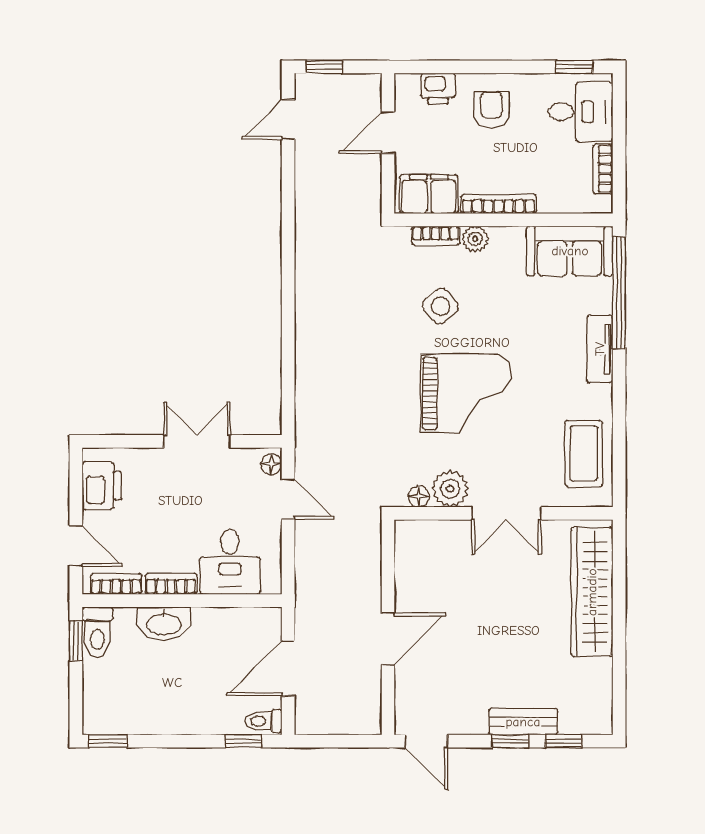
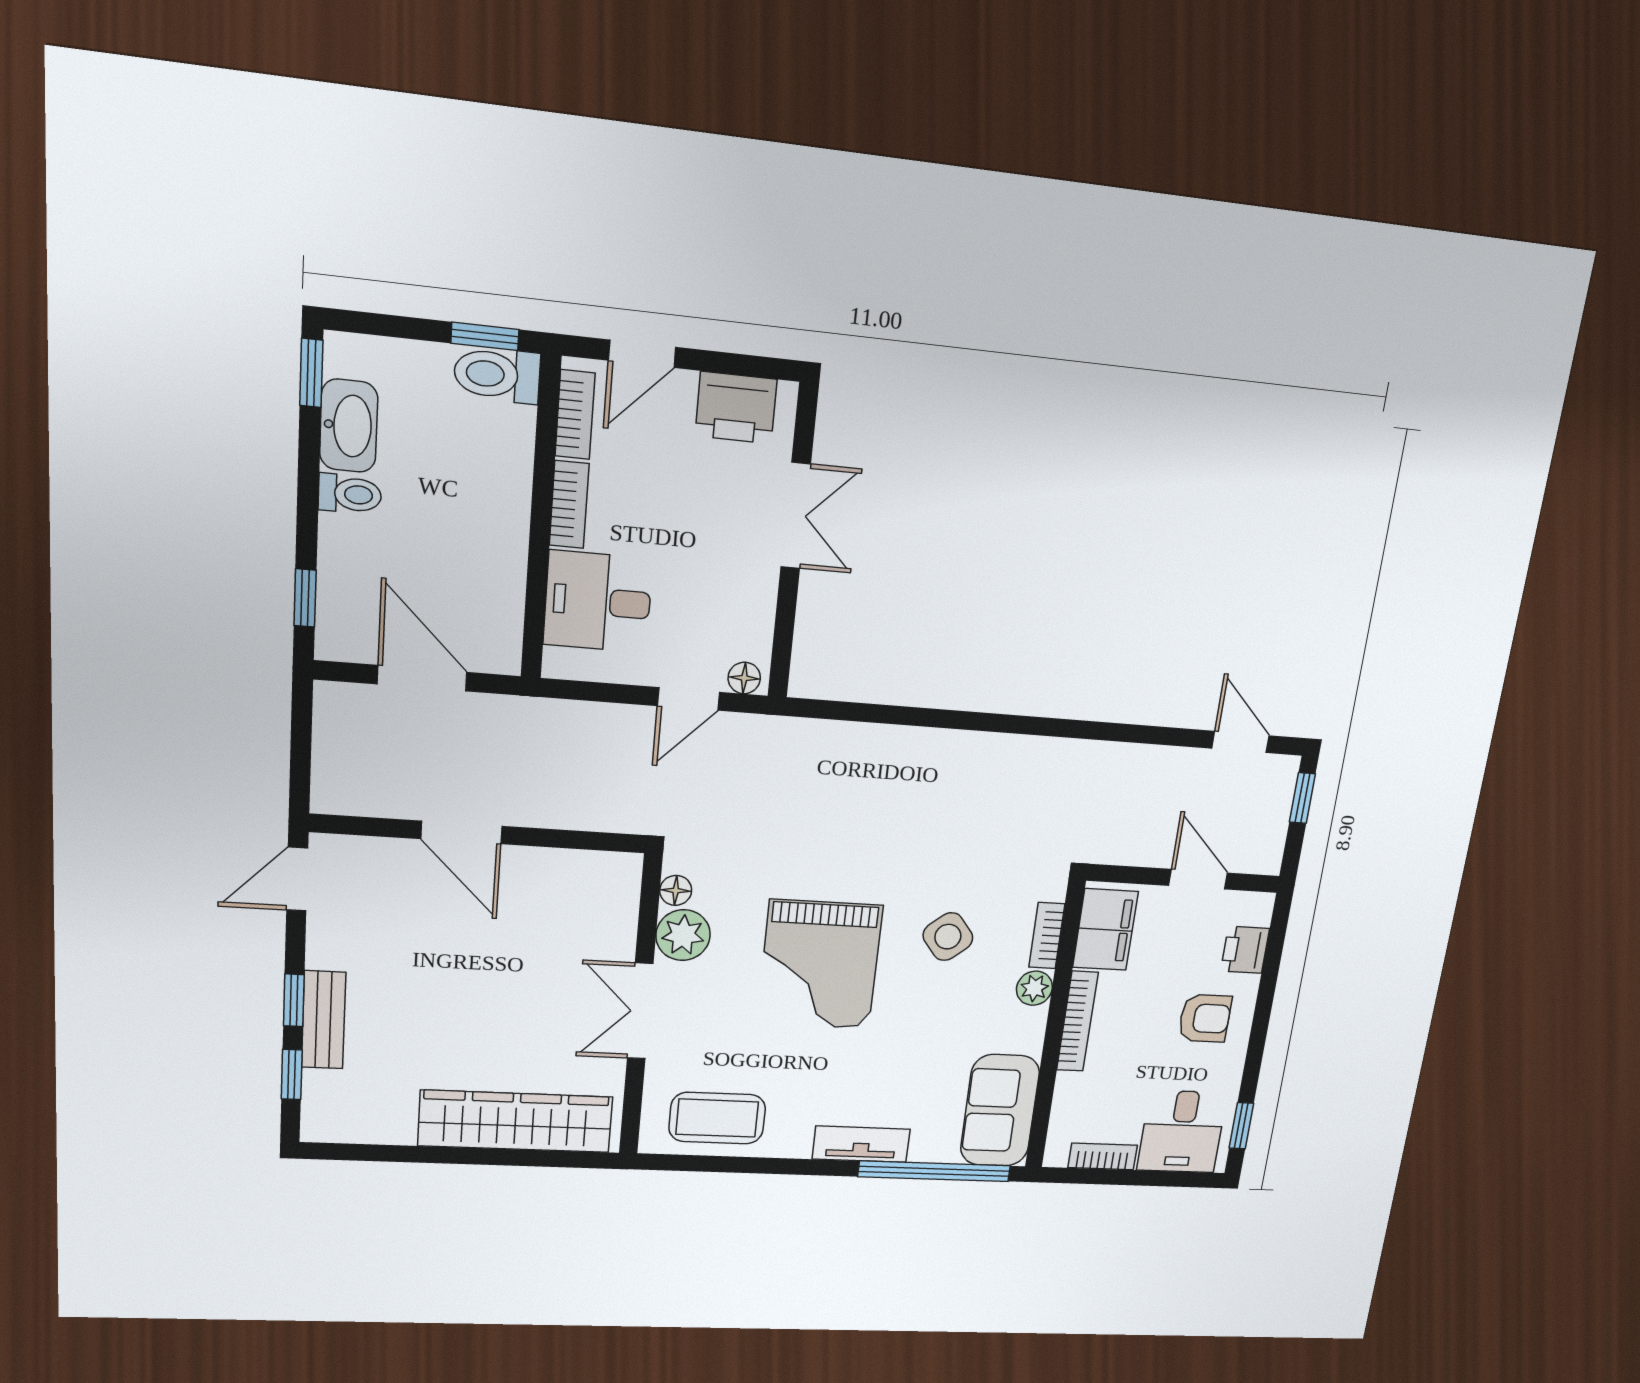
double door: (197, 441) -> (796, 515), moved
washbasin: (164, 623) -> (349, 426), moved, turned 180
toilet: (263, 721) -> (350, 494), moved, turned 90

